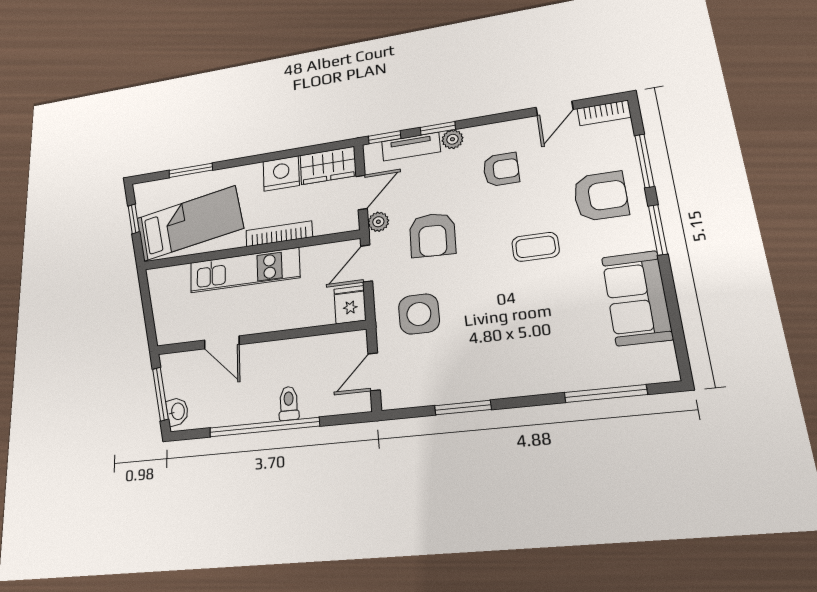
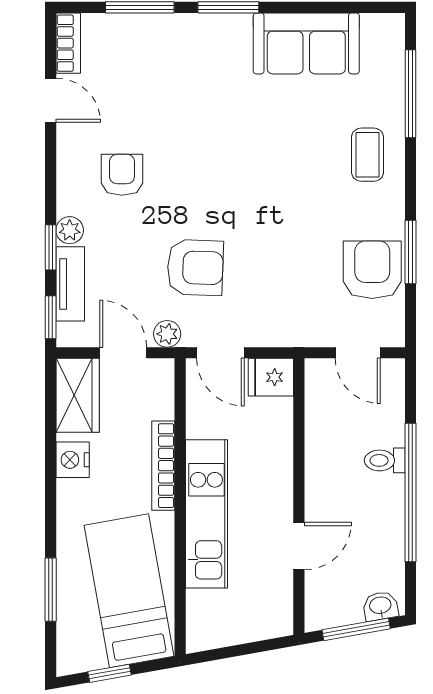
nightstand: (281, 173) -> (73, 460), width x0.74, depth x0.75
armchair: (601, 196) -> (372, 270), moved
coffee table: (536, 247) -> (368, 155), moved
side table: (419, 314) -> (294, 293), removed

